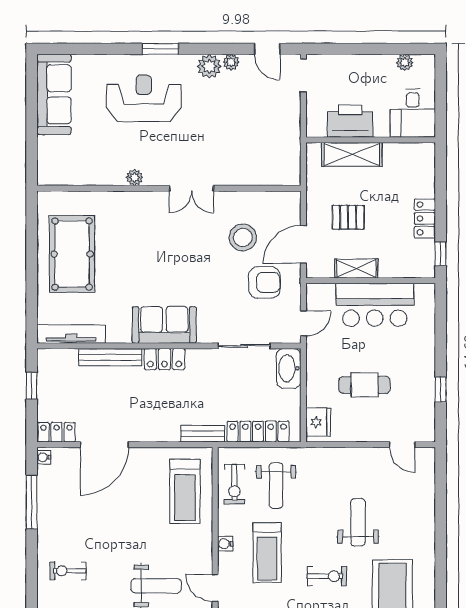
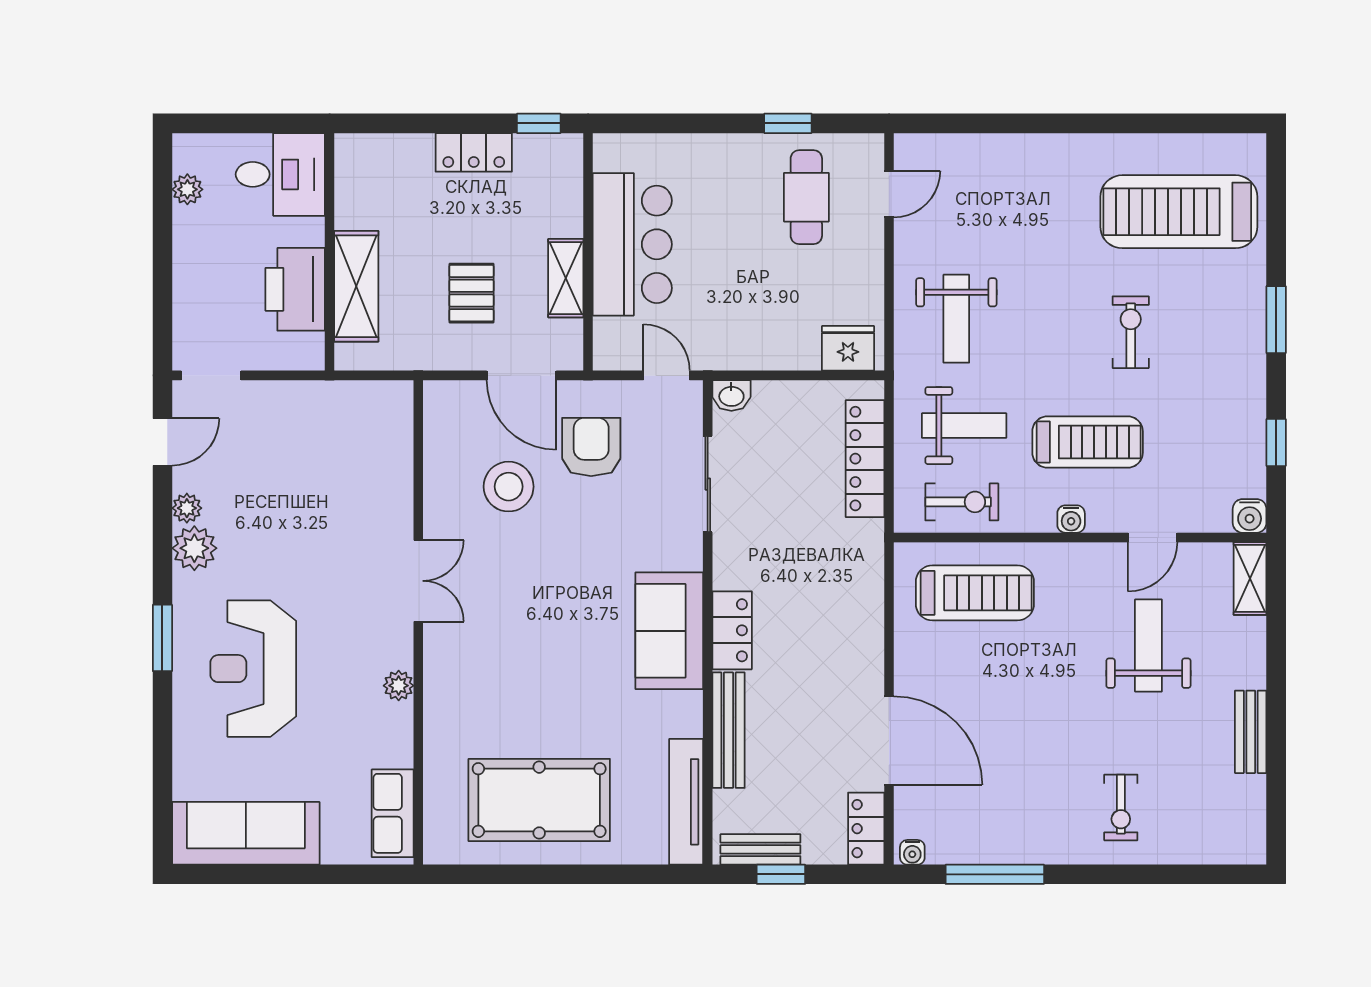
row of seats: (65, 174) -> (393, 813), added
washbasin: (289, 368) -> (731, 395), width x0.52, depth x0.69
cafe table: (364, 385) -> (806, 197), moved
bench: (203, 434) -> (760, 849), moved, turned 90
weight bench: (358, 522) -> (956, 319), moved, turned -90

